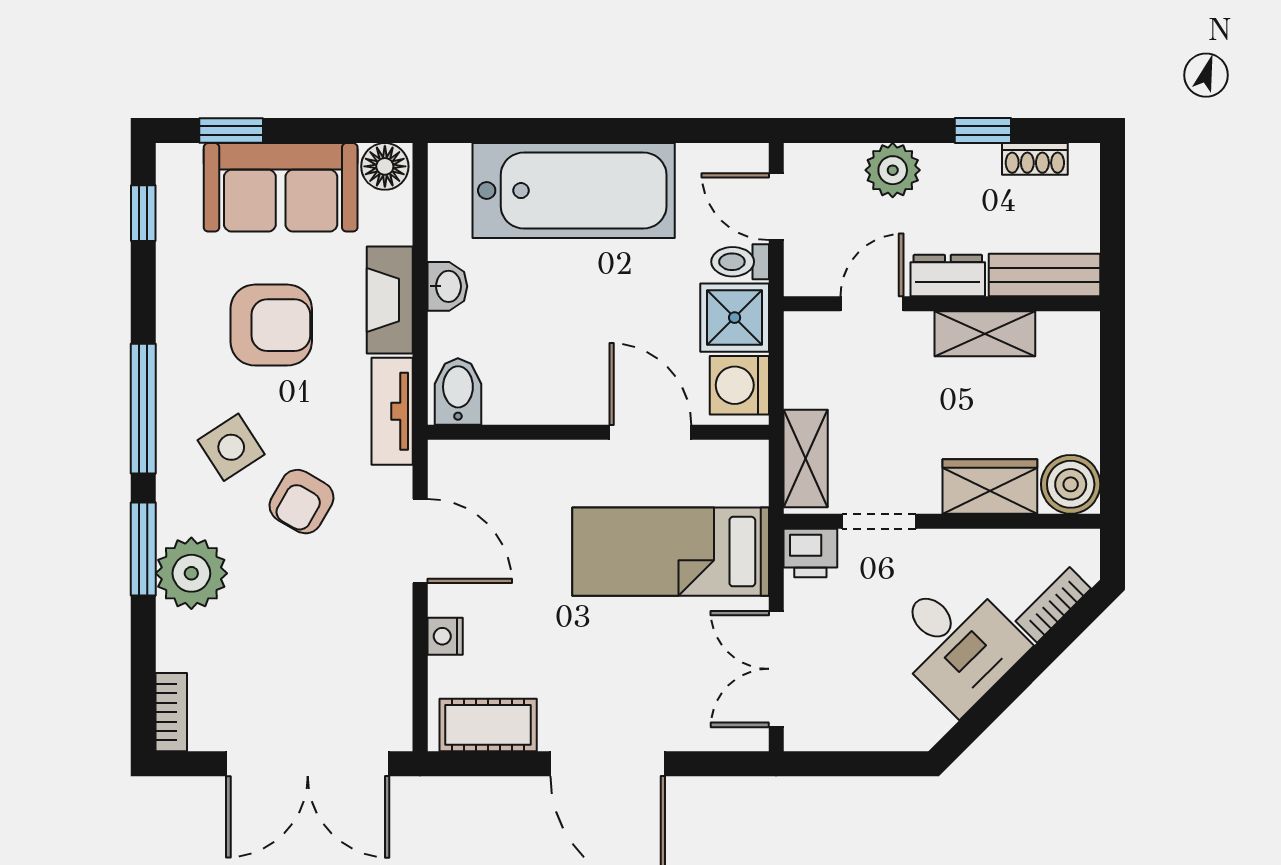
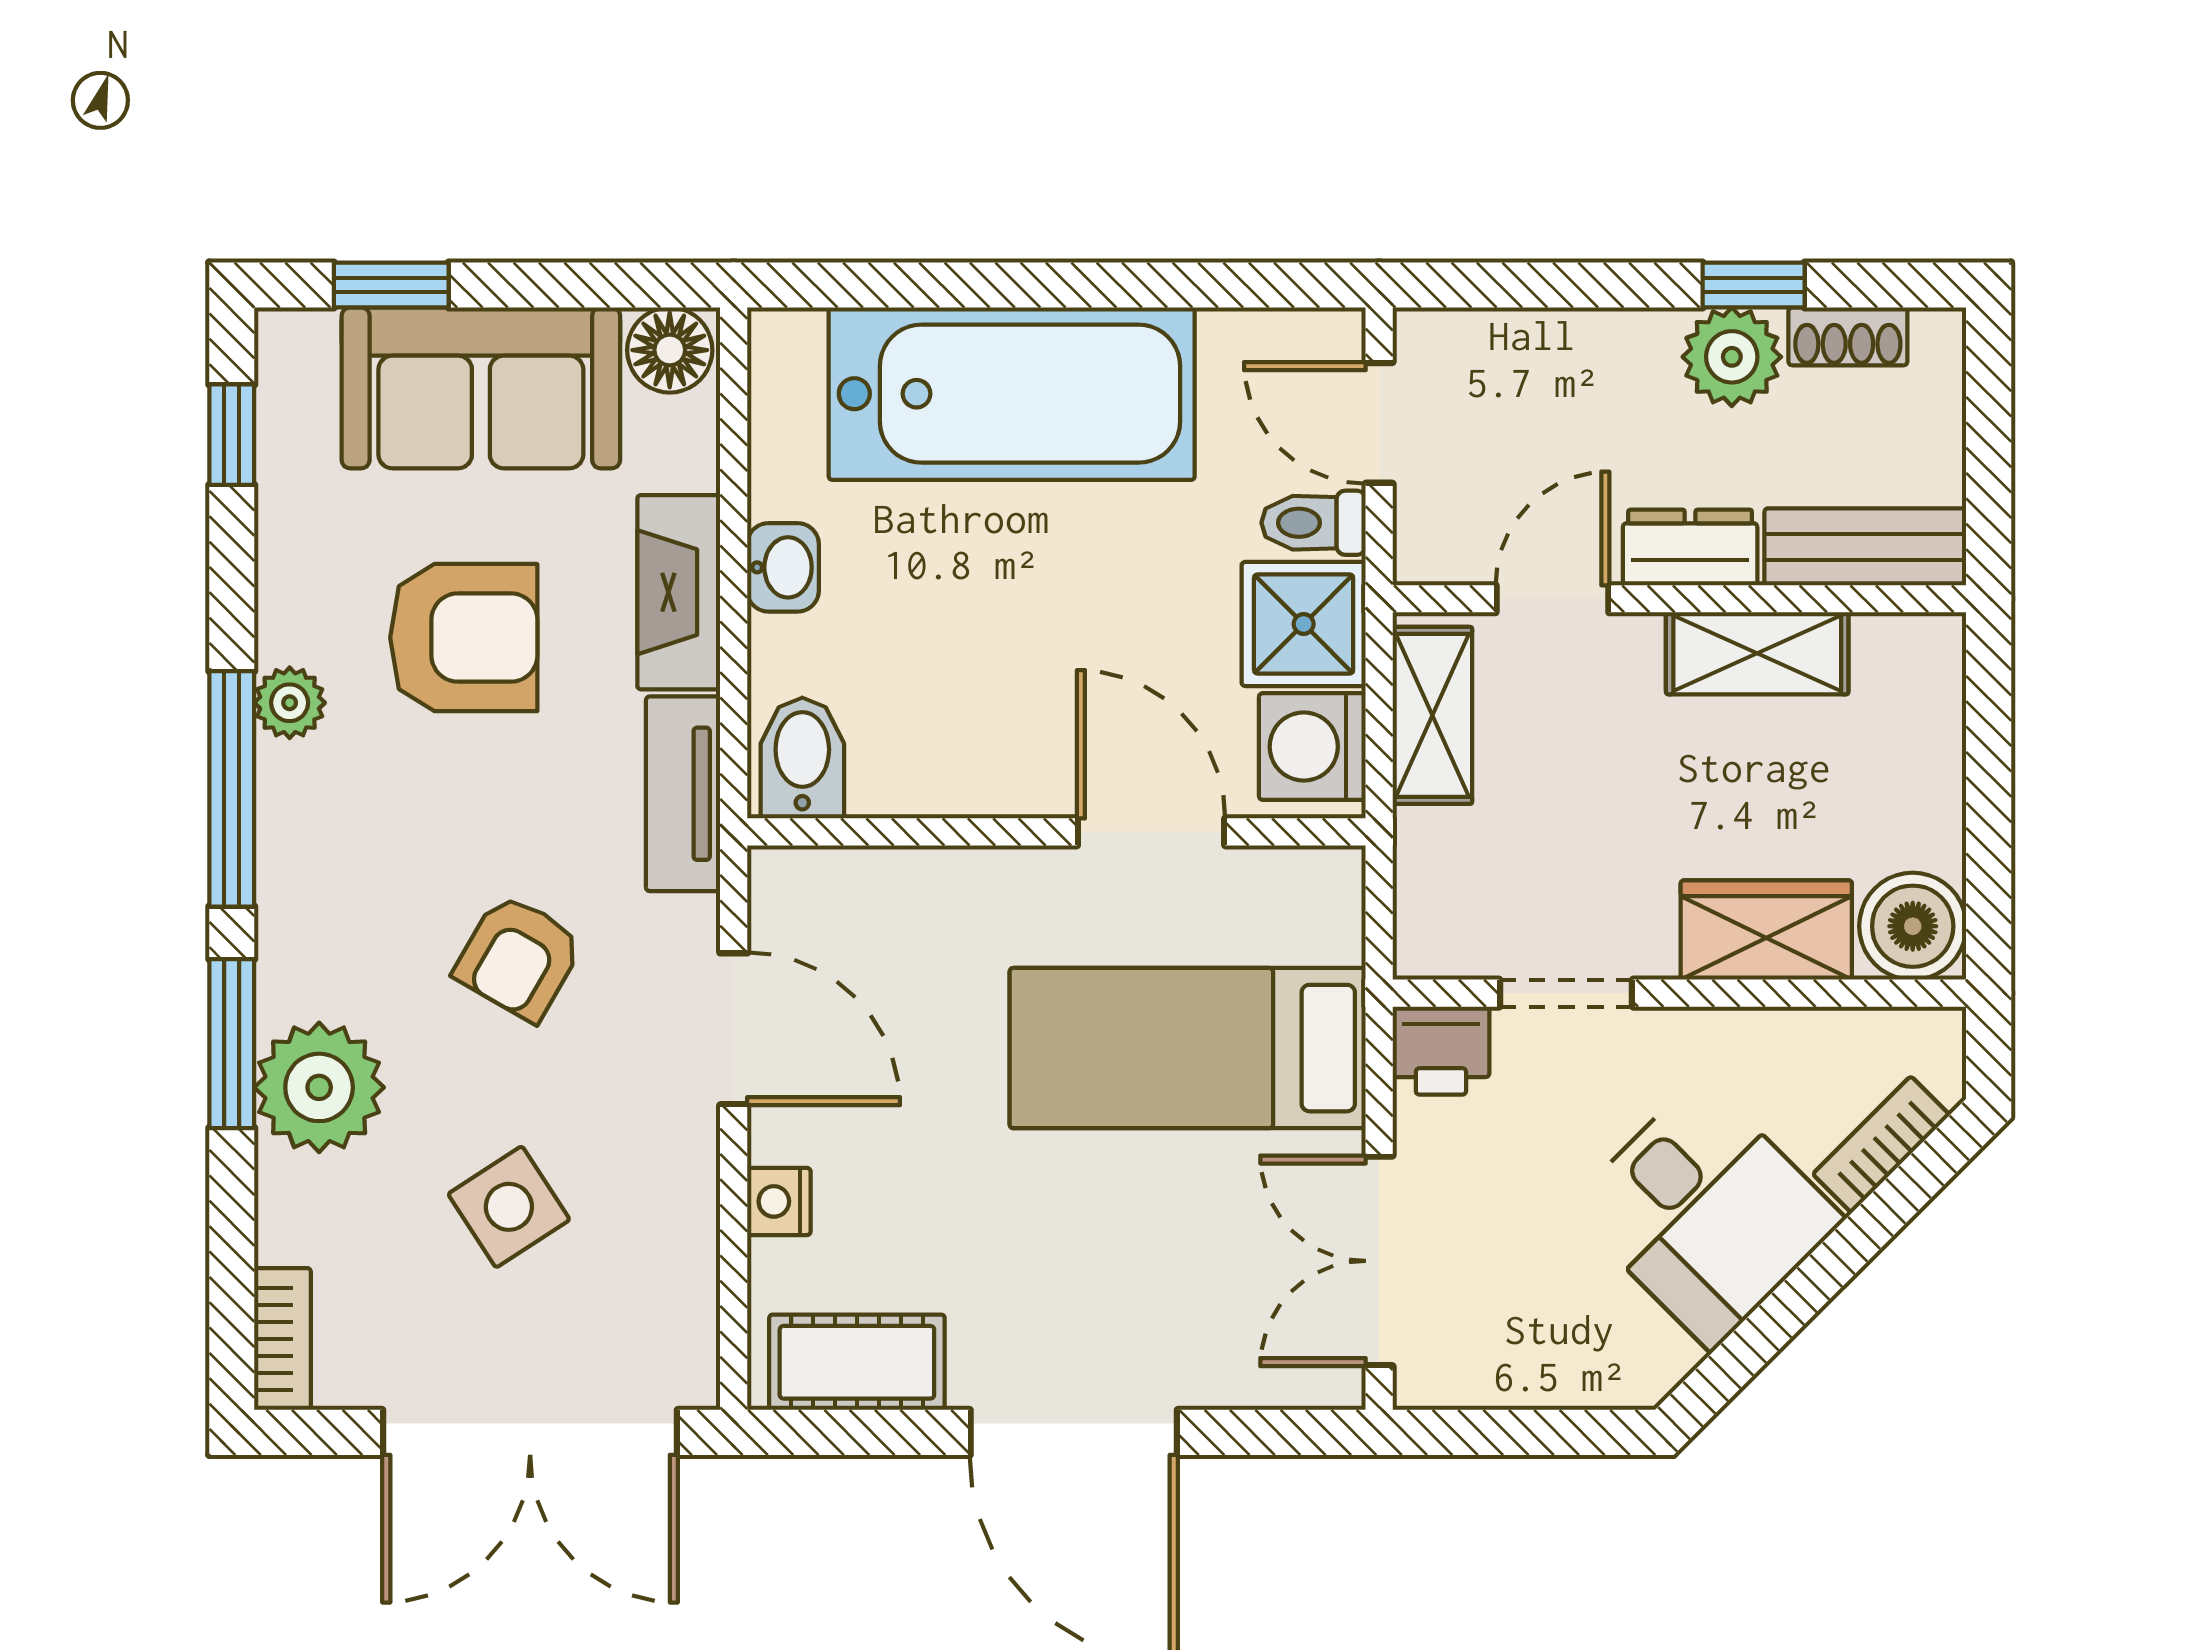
plant: (893, 170) -> (1732, 357), moved
plant: (175, 361) -> (290, 703), added
side table: (231, 447) -> (509, 1207), moved
shelving: (806, 458) -> (1432, 715), moved

